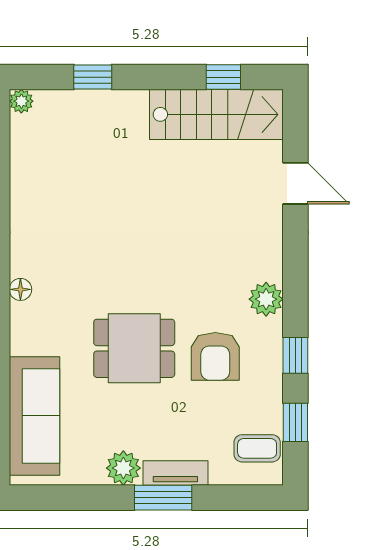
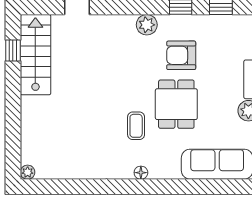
window: (93, 77) -> (13, 129), removed
armchair: (215, 356) -> (181, 55), turned 180
coffee table: (257, 448) -> (136, 126), moved

